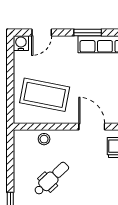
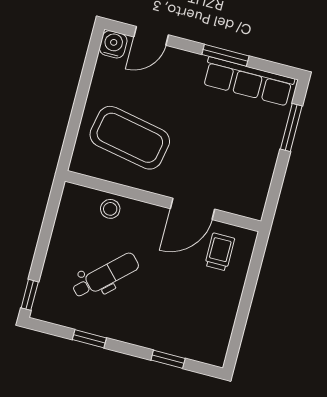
door: (92, 127) -> (193, 209), swing flipped

